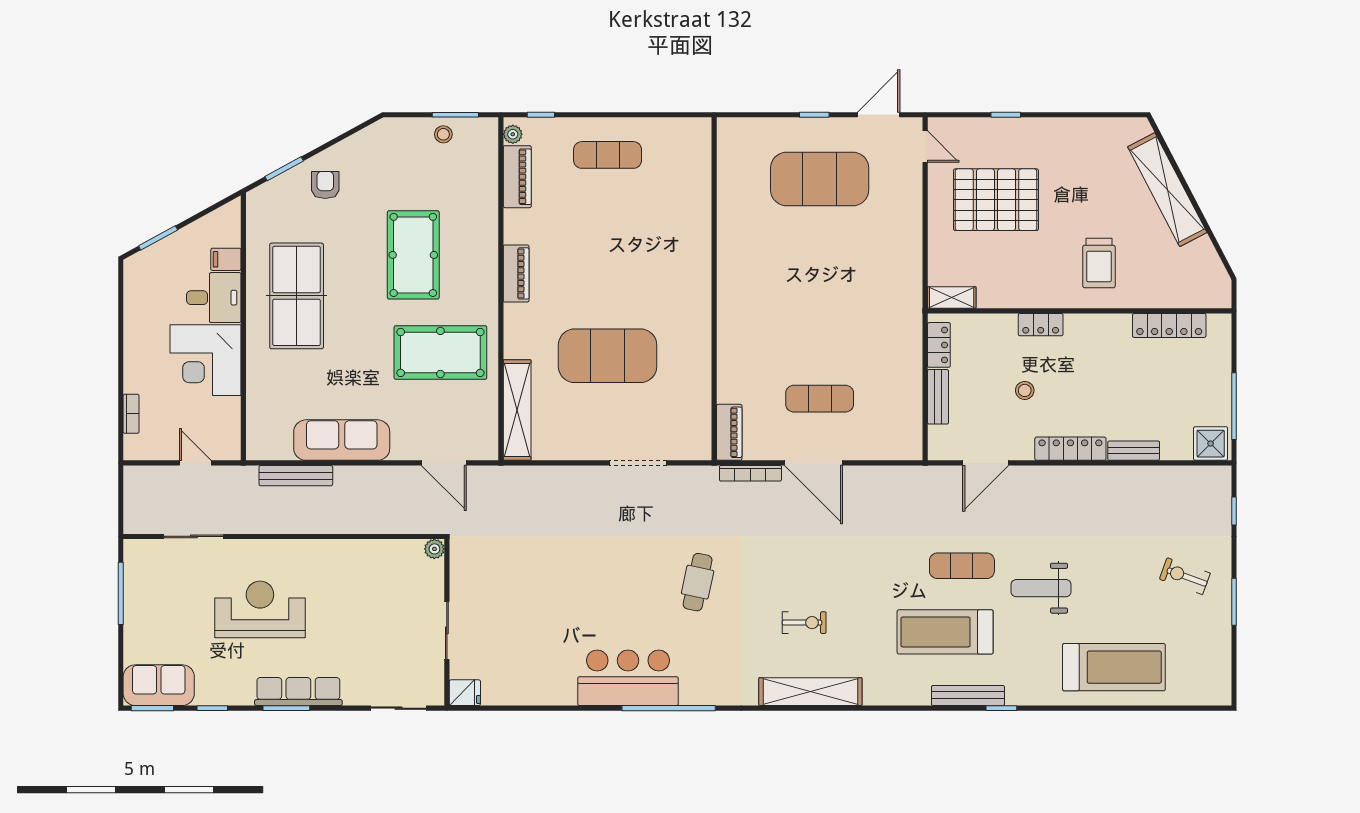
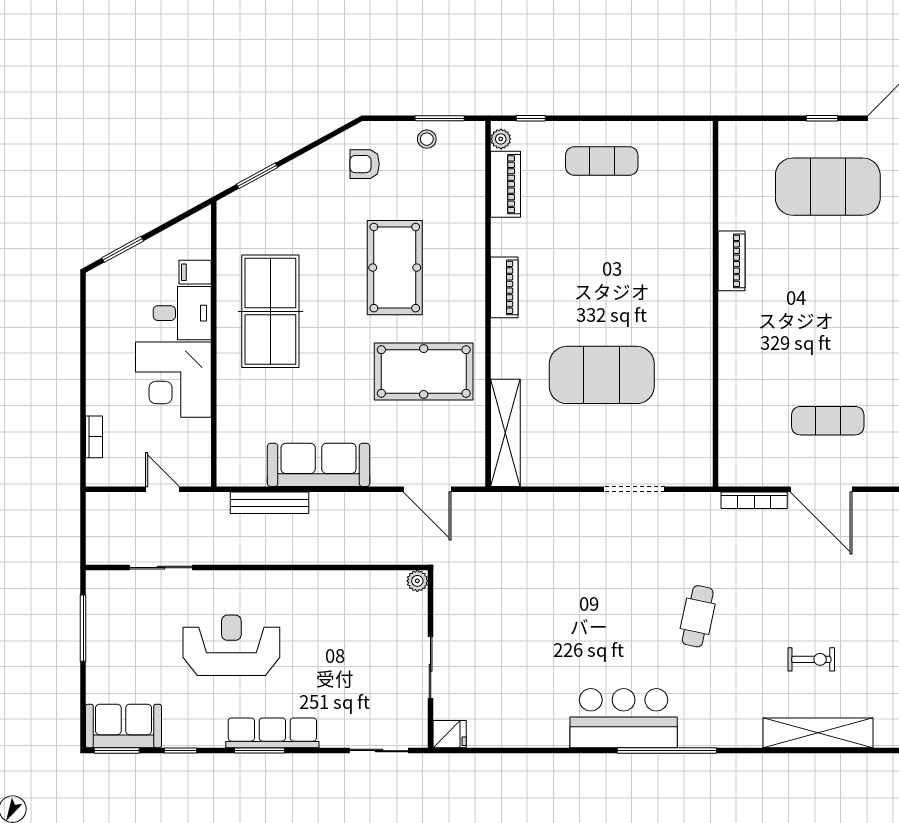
armchair: (325, 185) -> (365, 164), moved, turned -90
piano: (729, 432) -> (731, 261), moved

